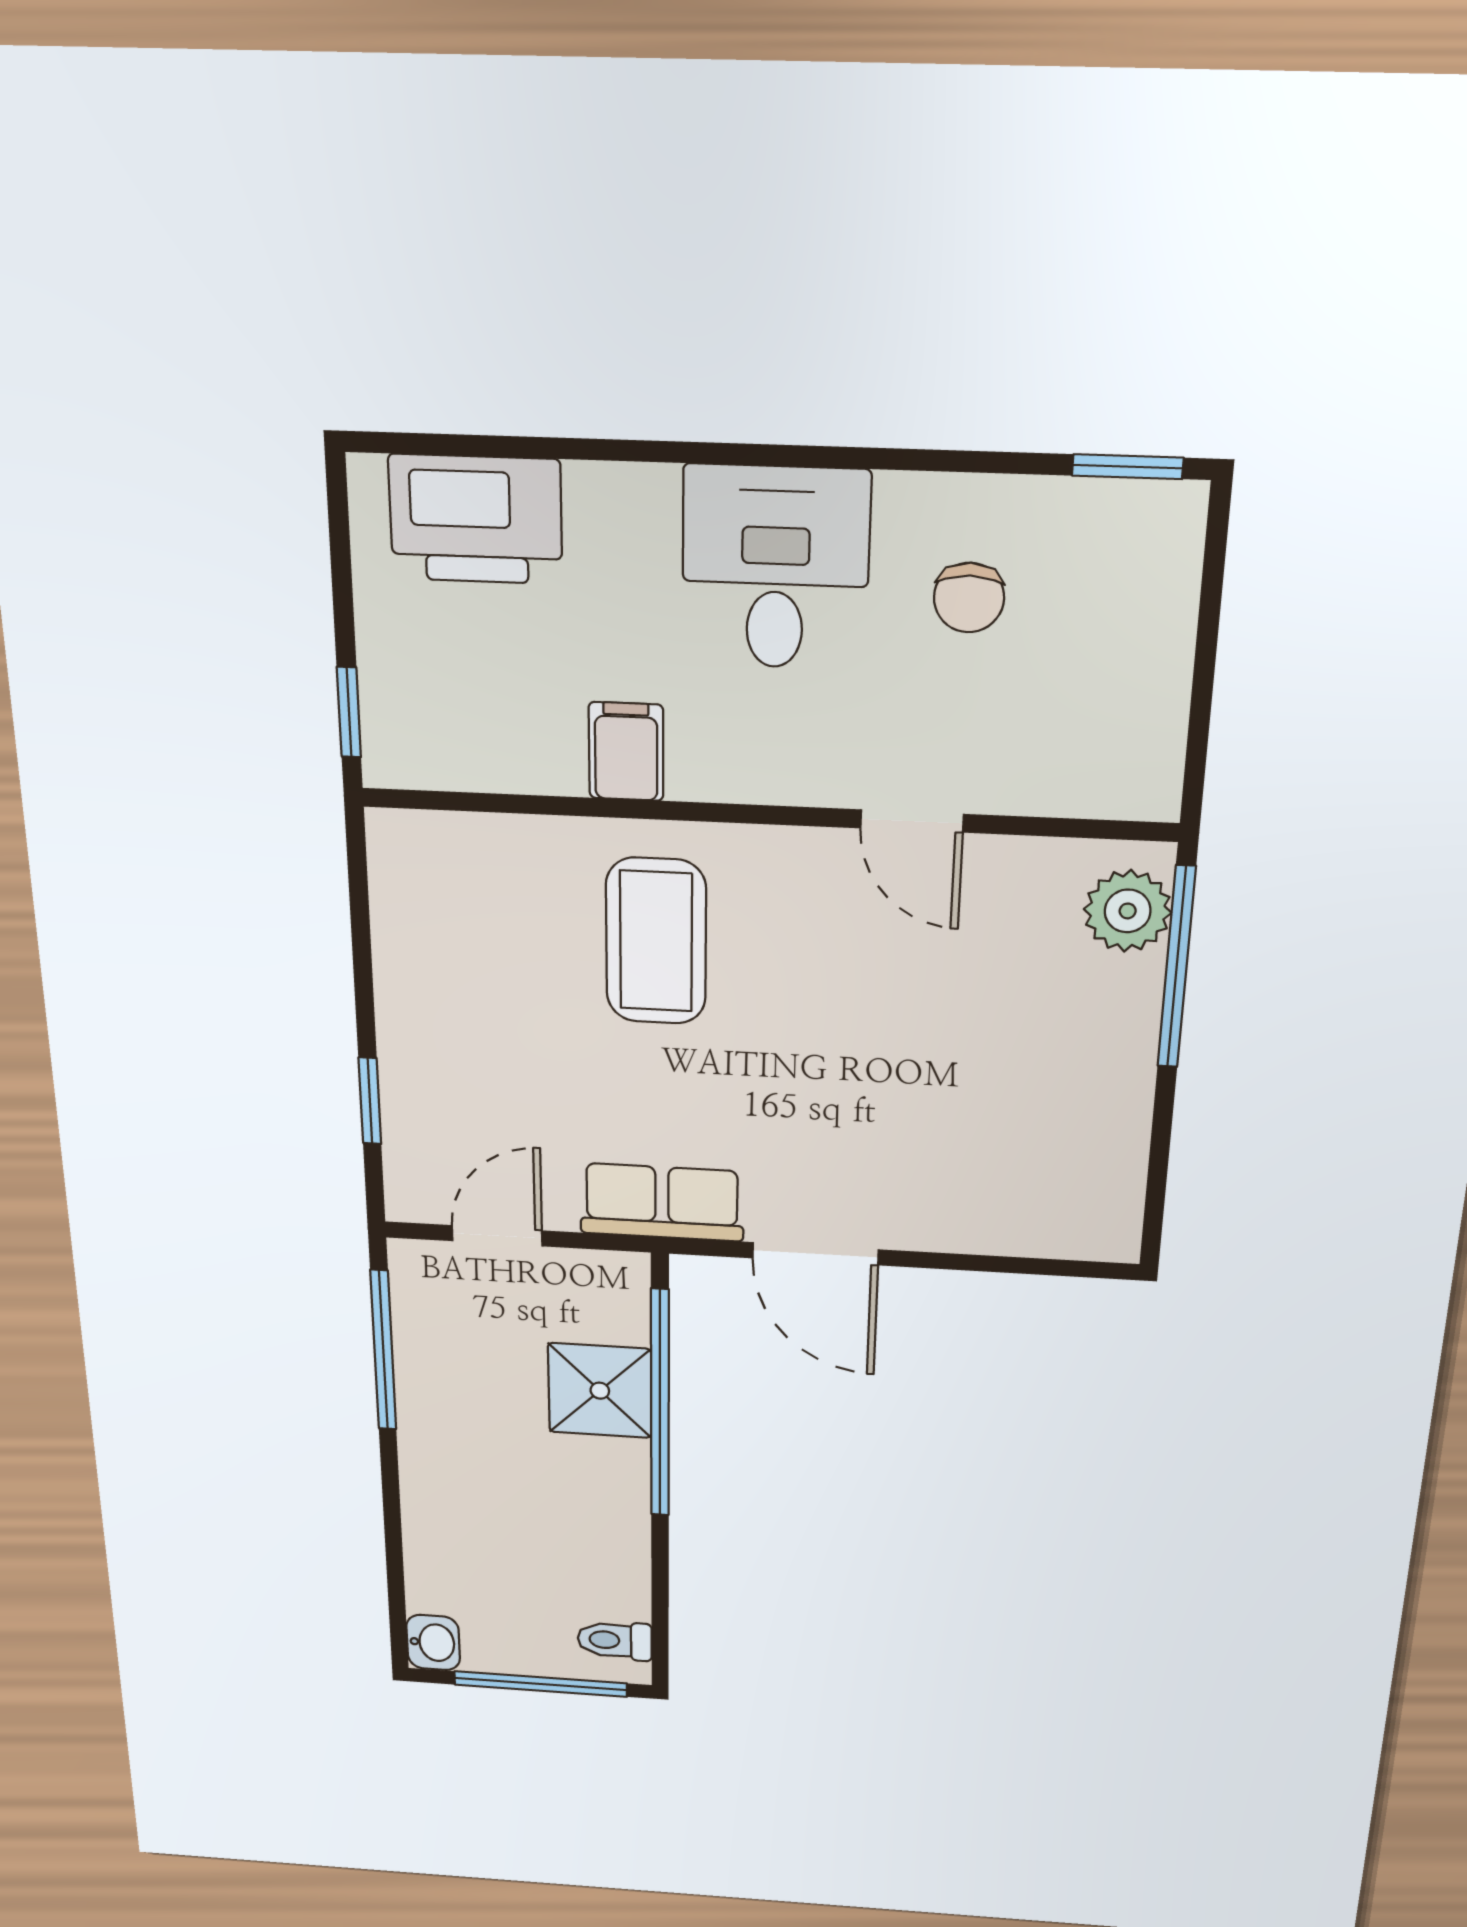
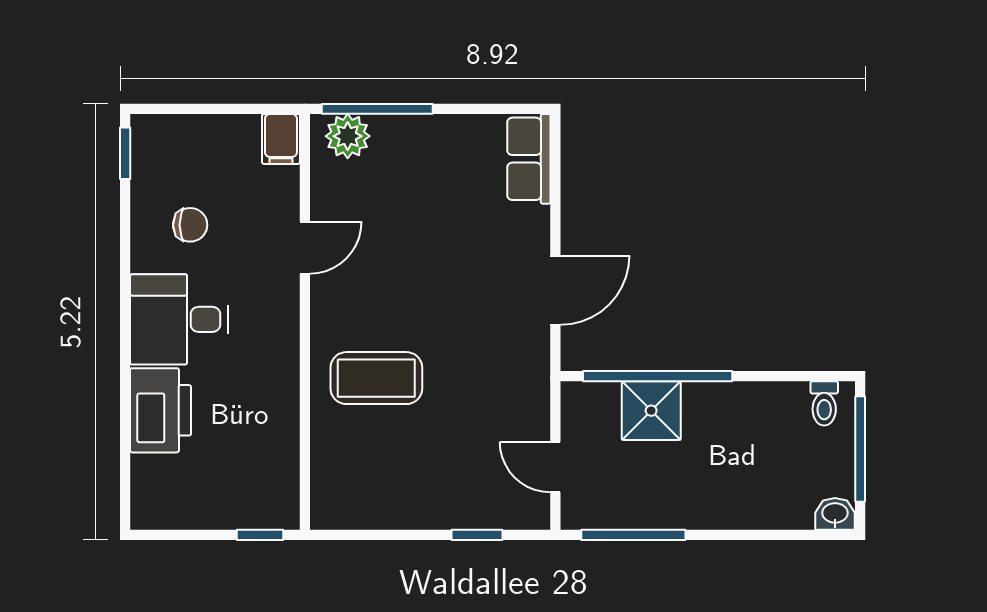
printer: (476, 519) -> (161, 410), moved
filing cabinet: (626, 752) -> (281, 139), moved, turned -90
row of seats: (662, 1202) -> (529, 159), moved

